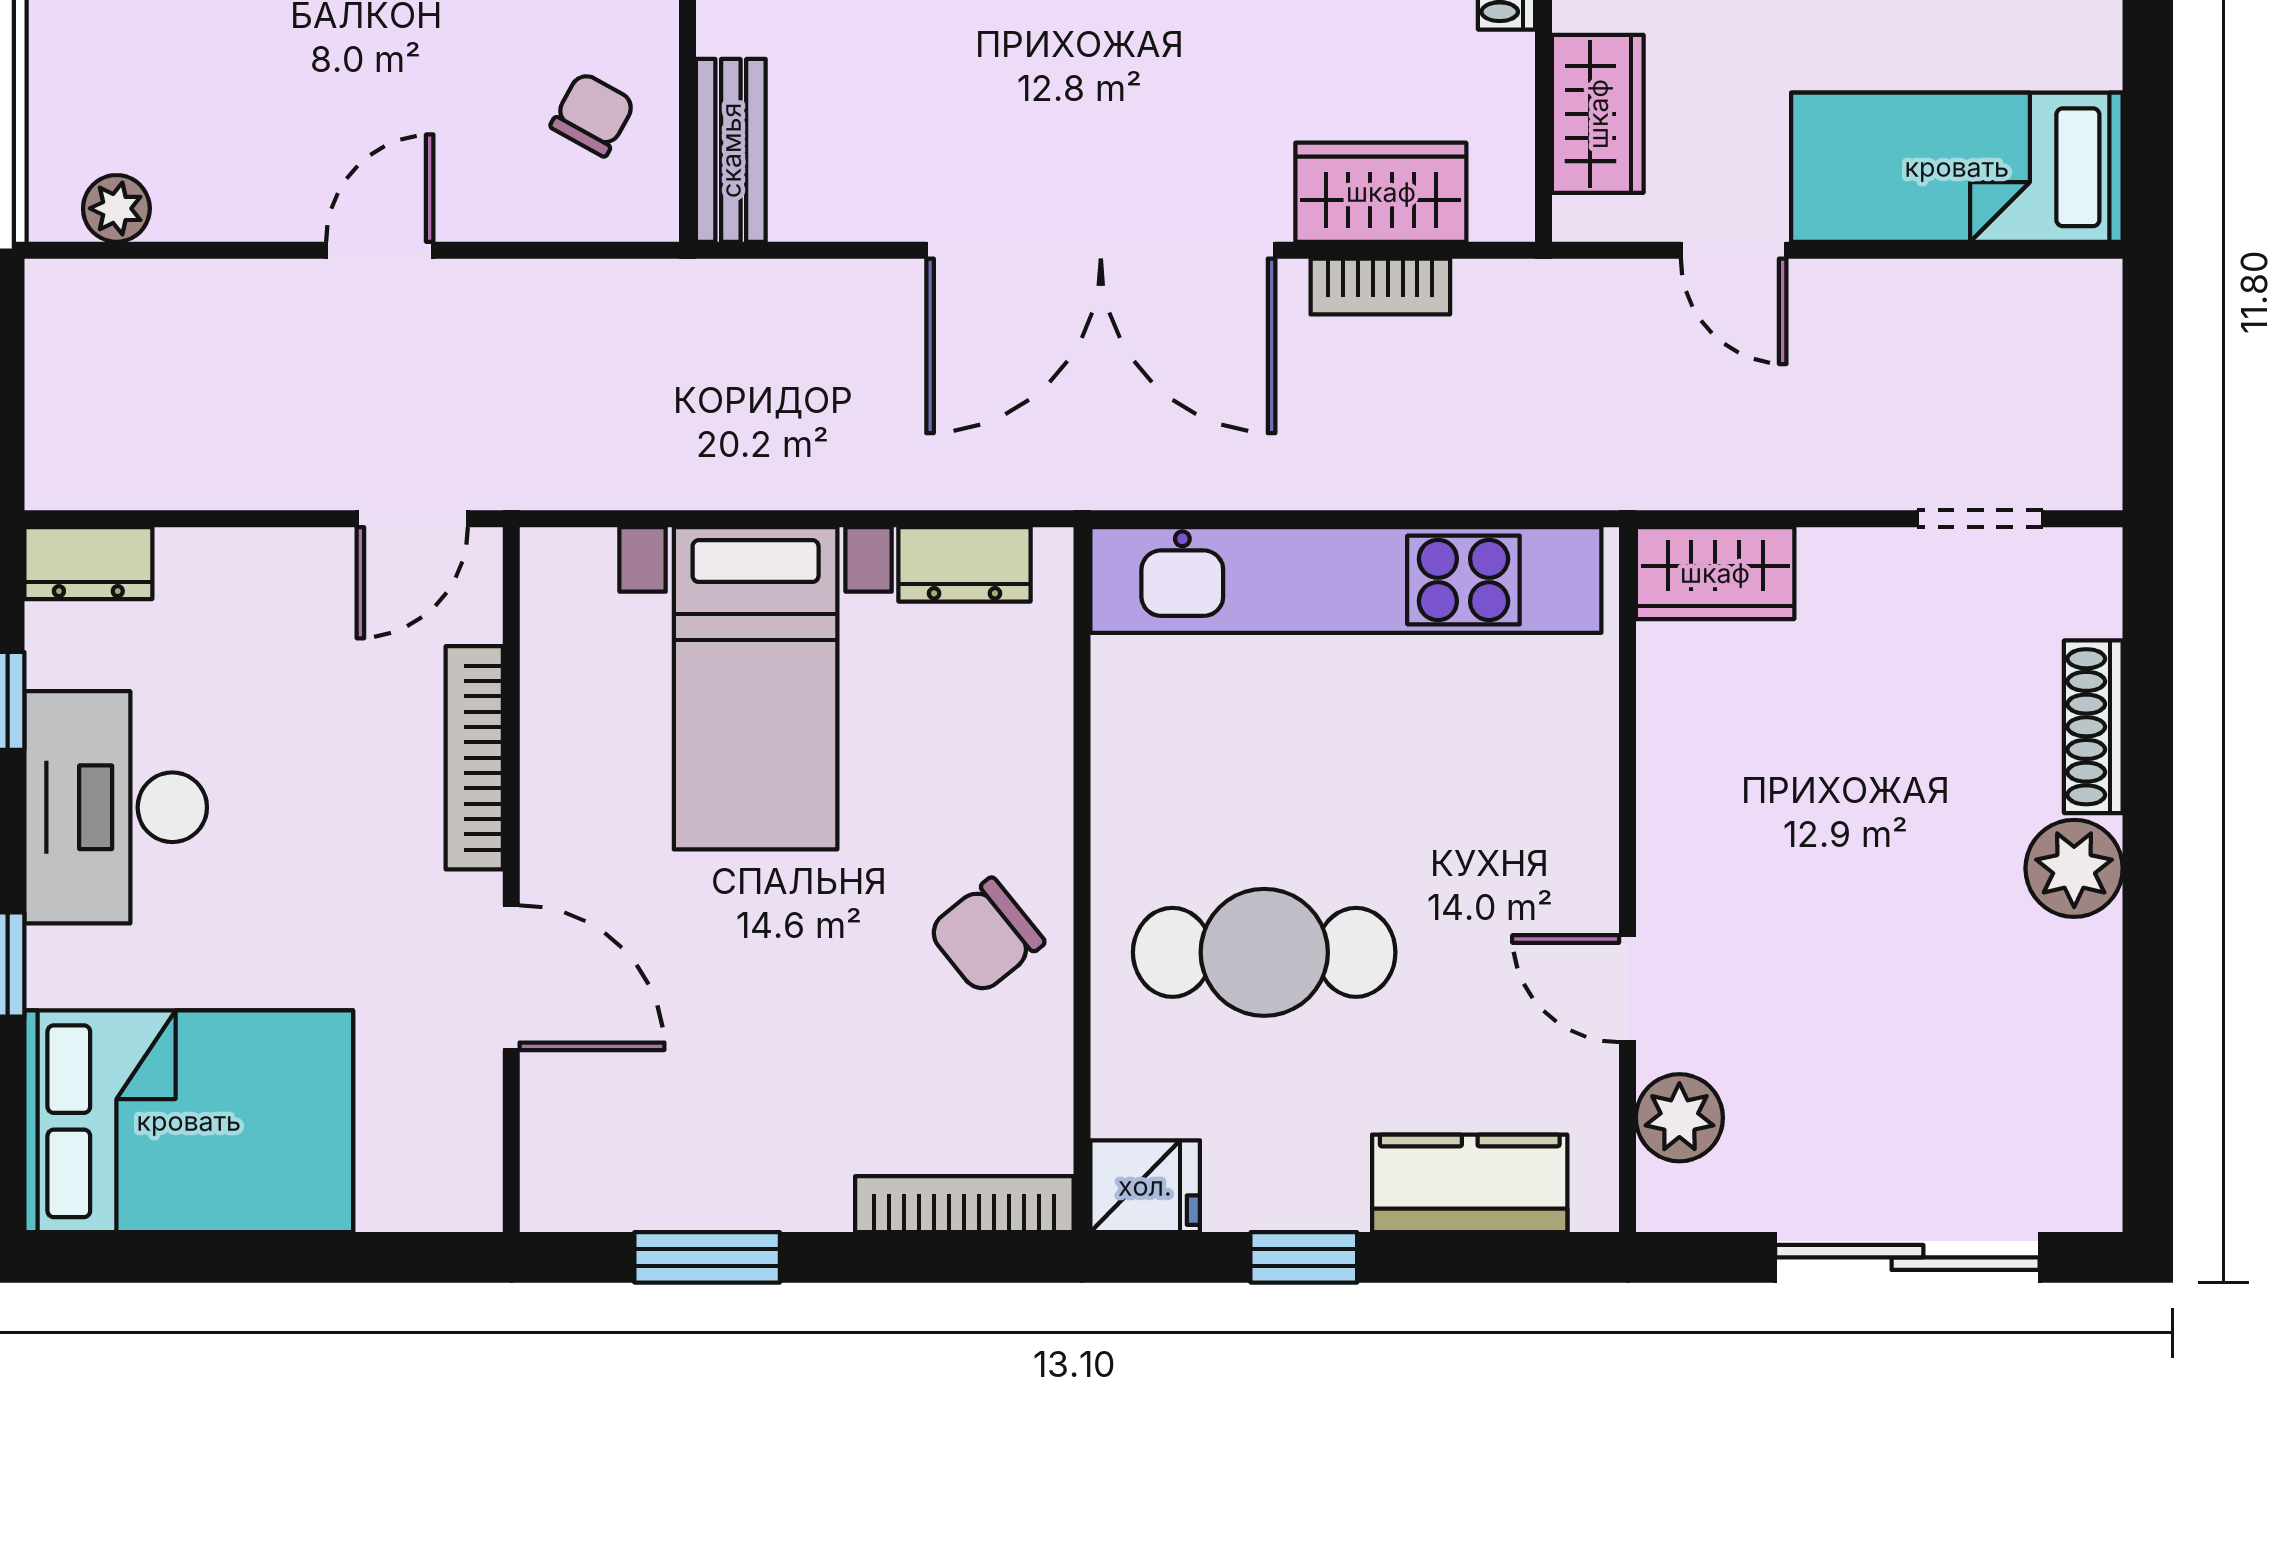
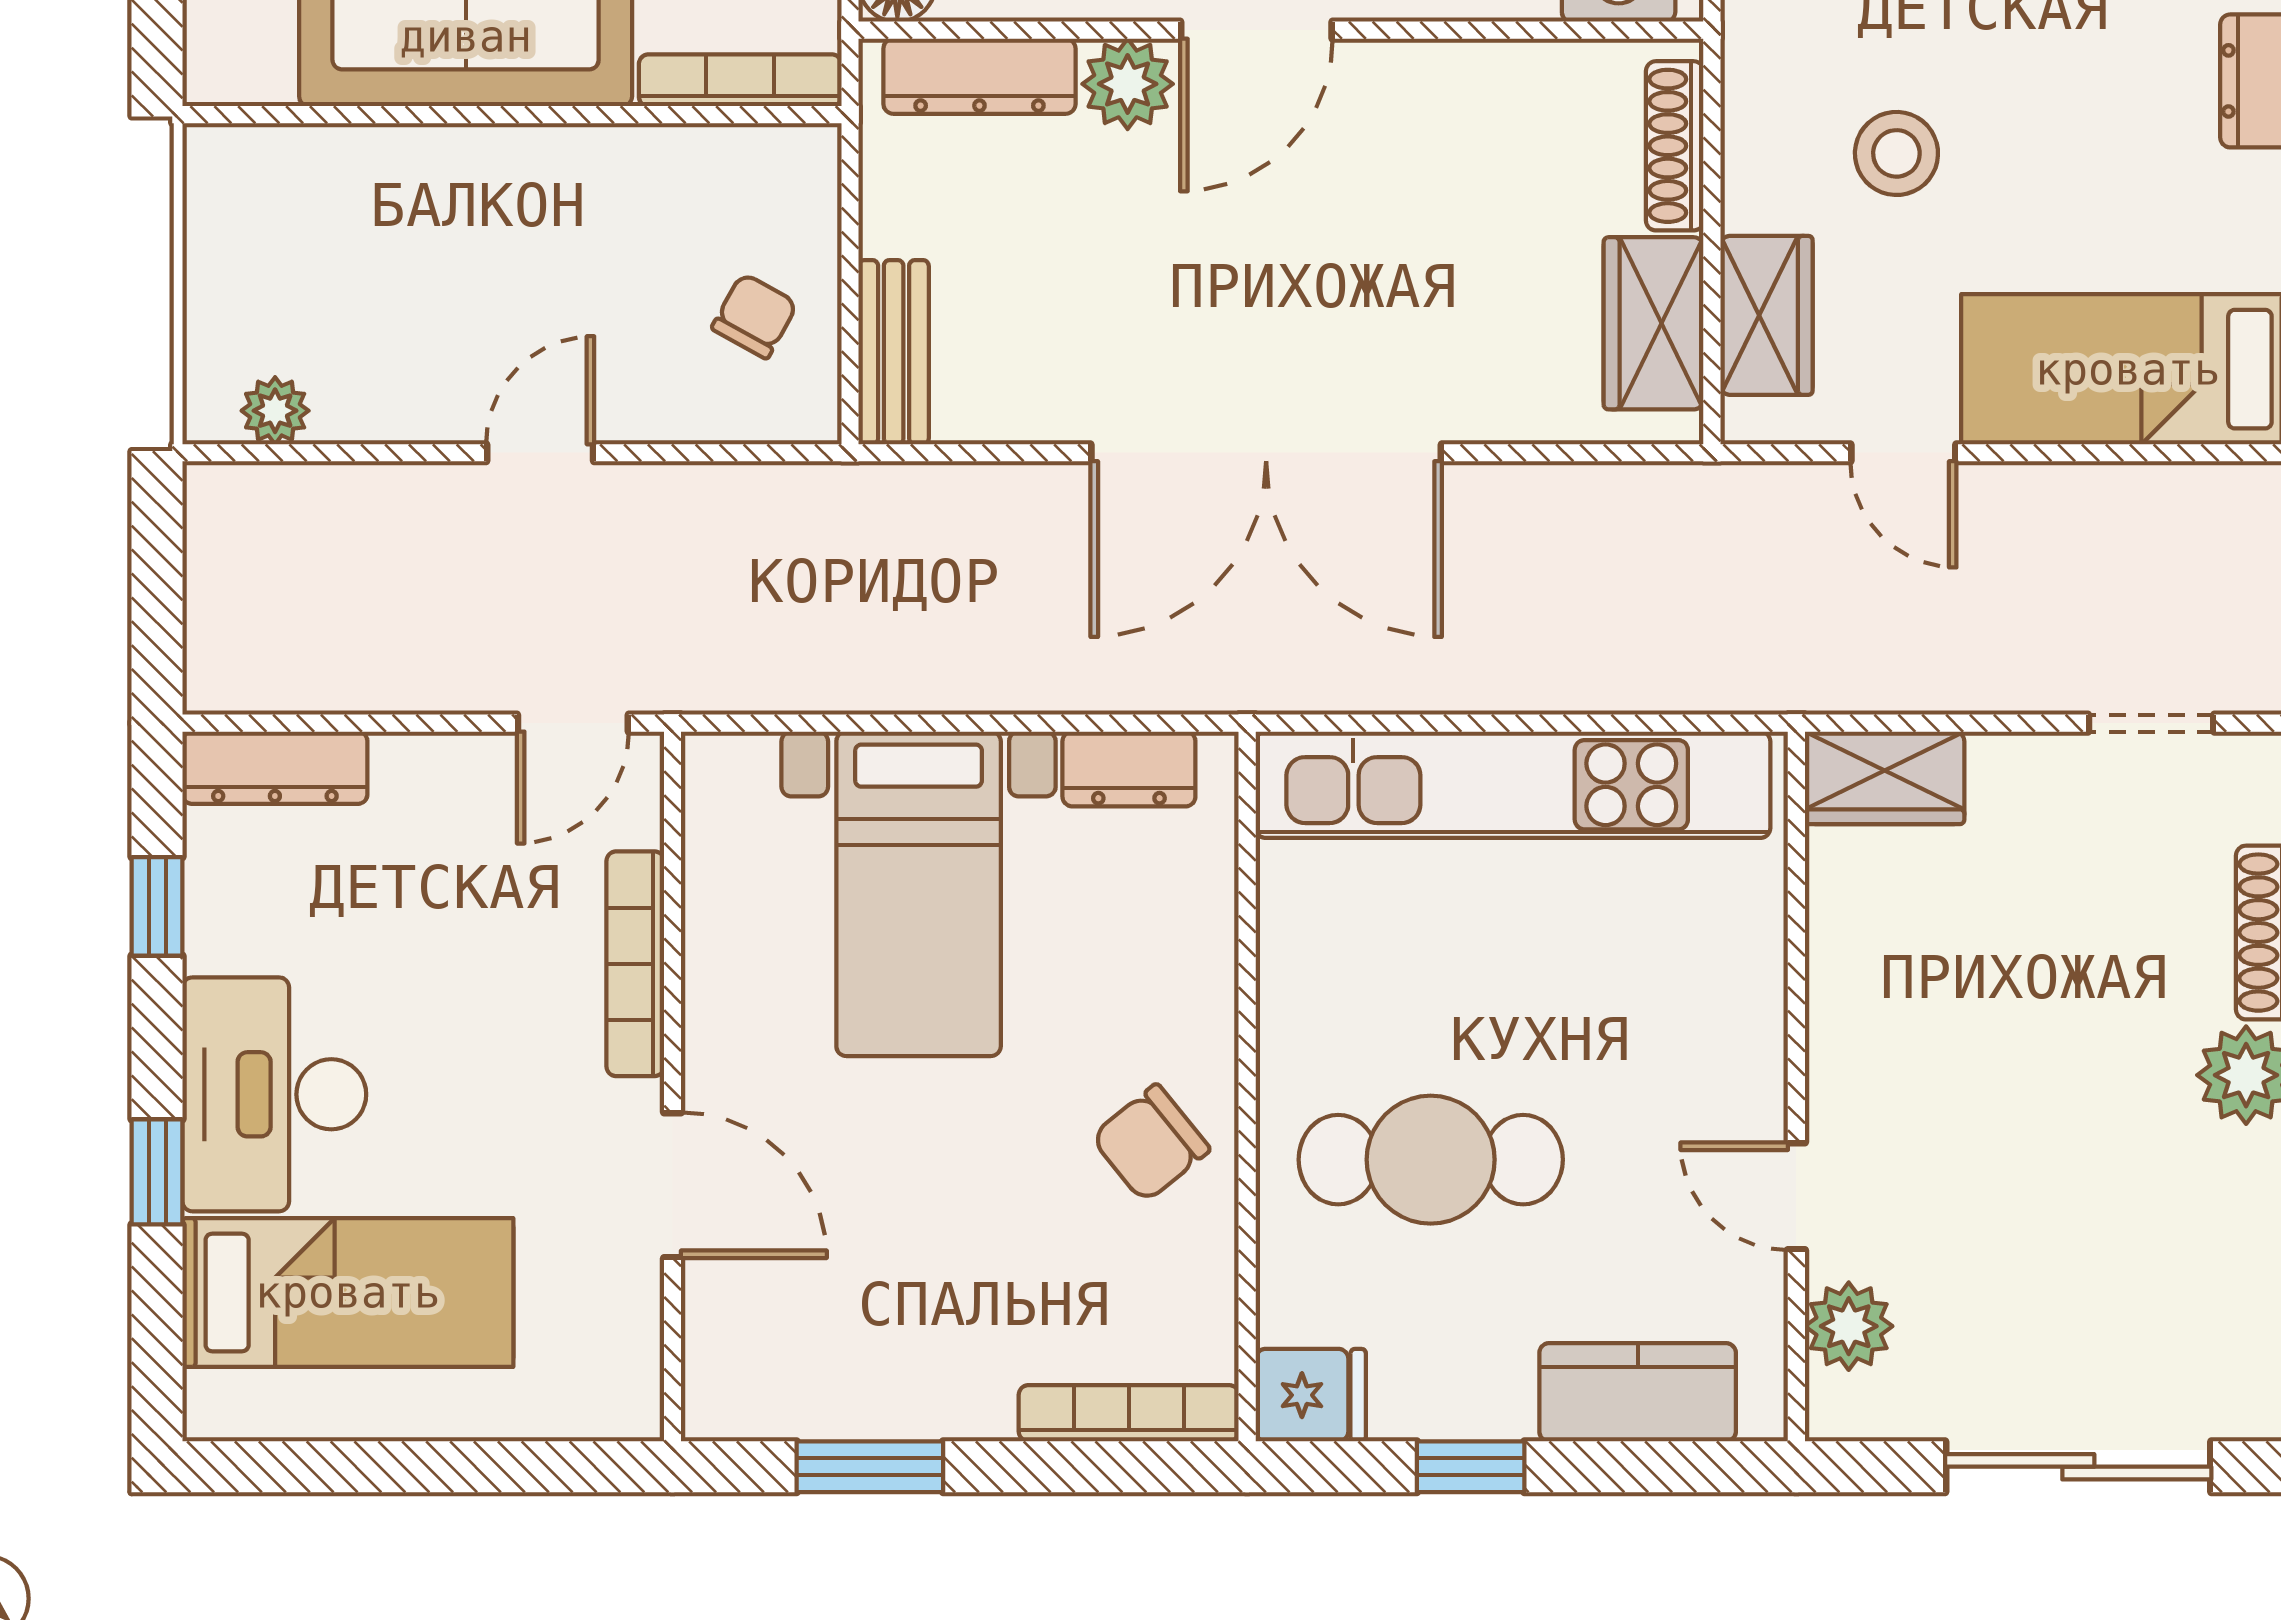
wardrobe: (1381, 192) -> (1654, 323), moved, turned -90
bookcase: (1380, 287) -> (1548, 489), removed
dresser: (88, 563) -> (275, 768), width x1.44
desk: (116, 807) -> (274, 1094), moved
bed: (189, 1121) -> (348, 1292), width x0.67

